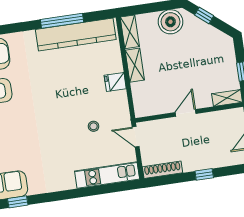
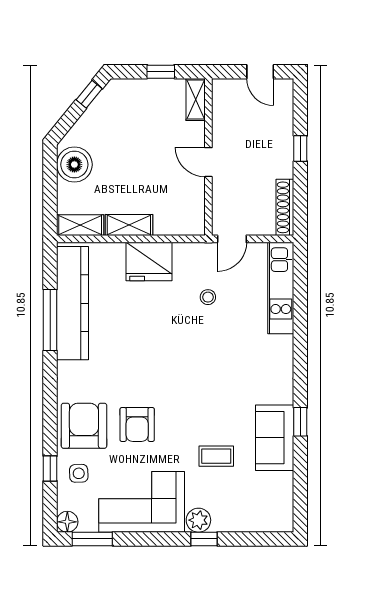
window: (204, 15) -> (89, 94), moved
fridge: (115, 82) -> (149, 262), width x1.88, depth x1.34

